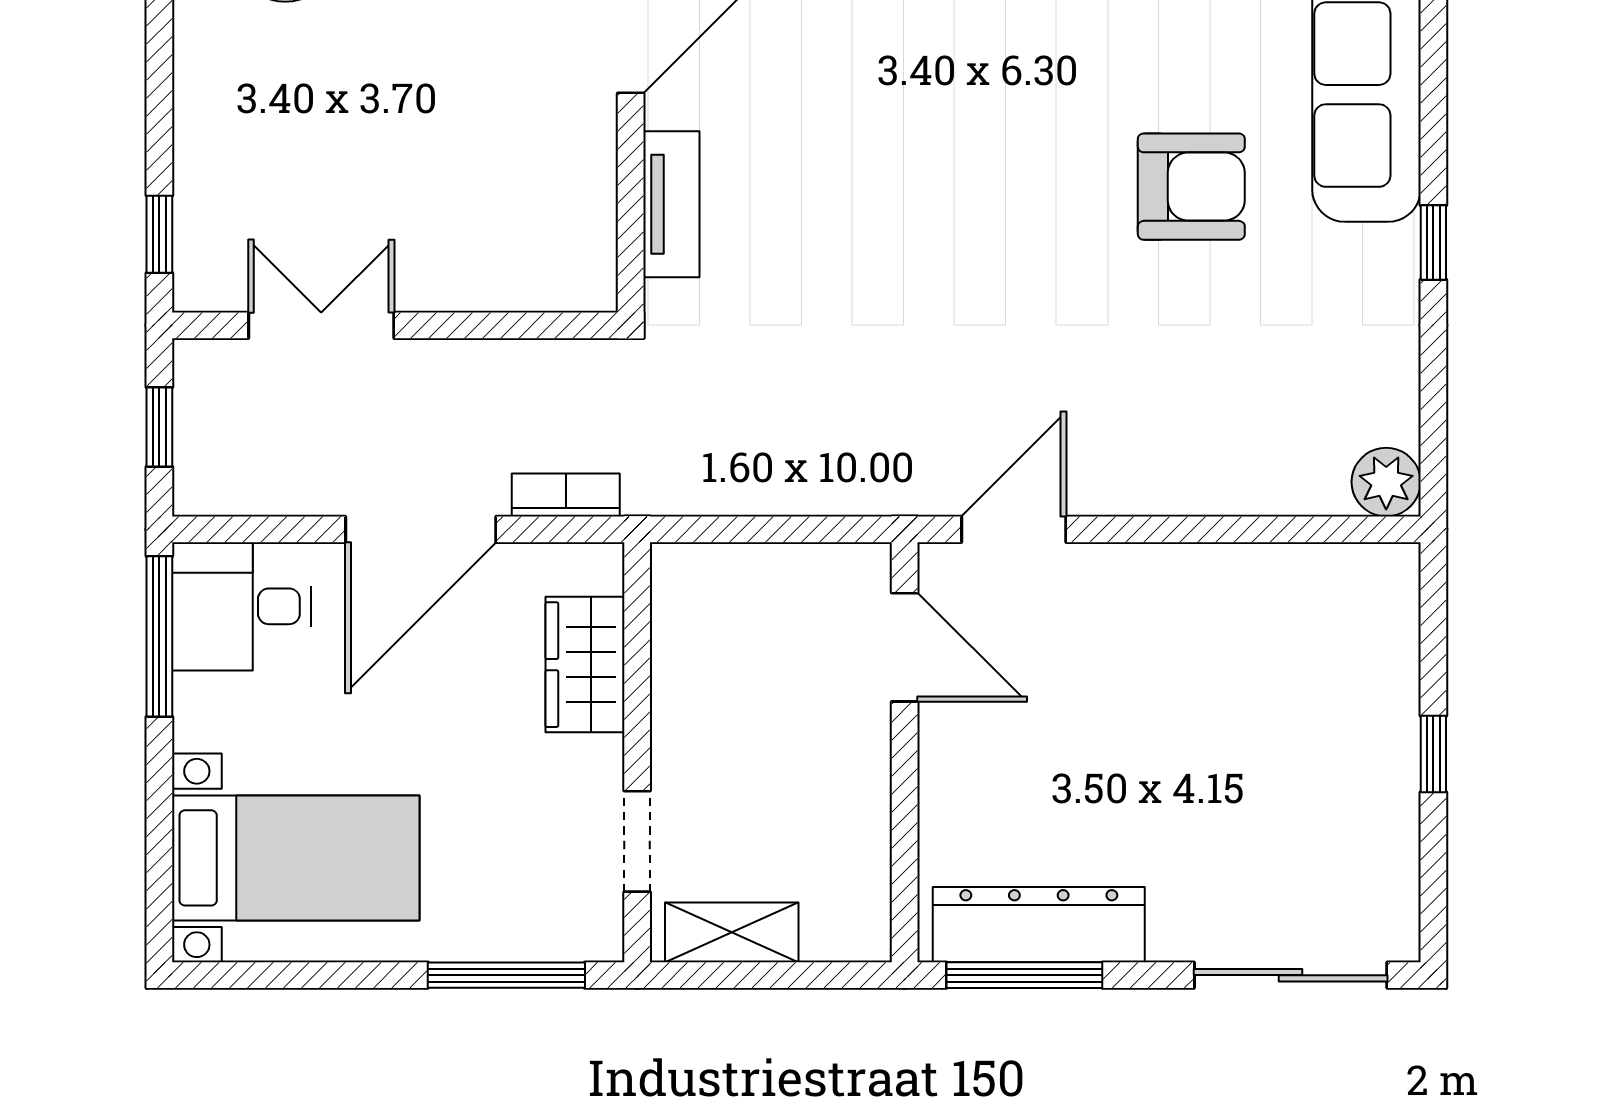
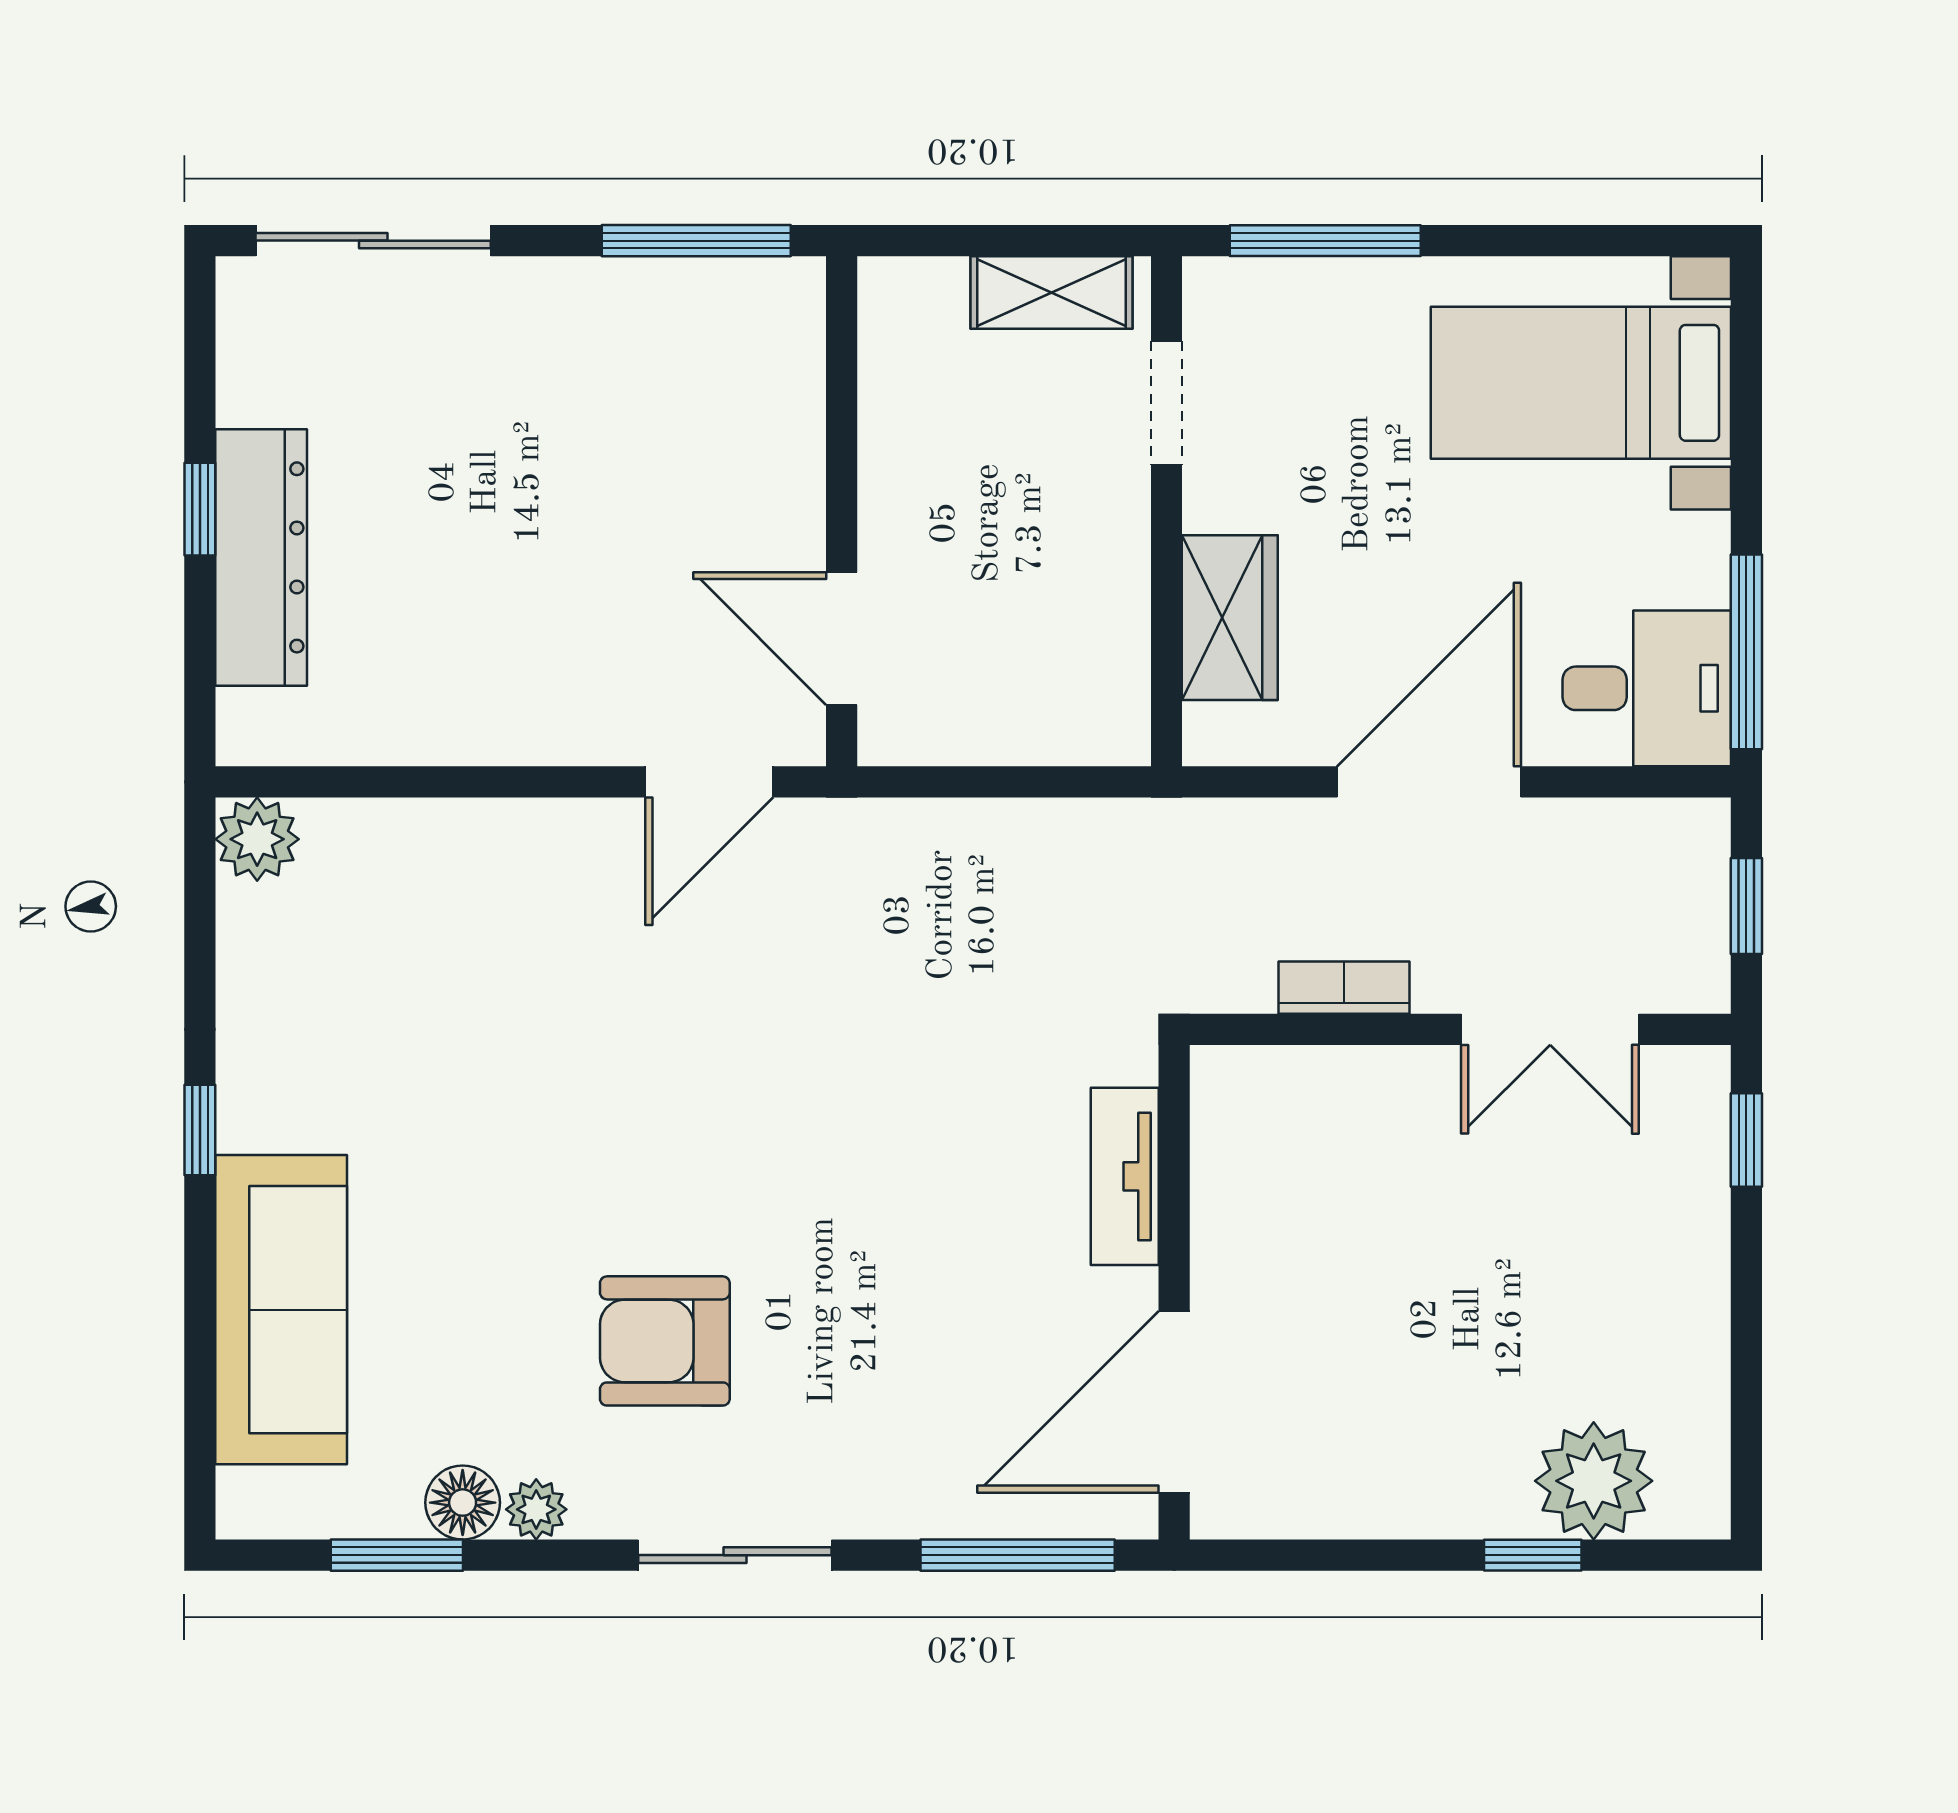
armchair: (1191, 187) -> (665, 1341), moved
bookcase: (566, 495) -> (1344, 988), moved, turned 180
dresser: (1039, 925) -> (261, 557), moved, turned -90

